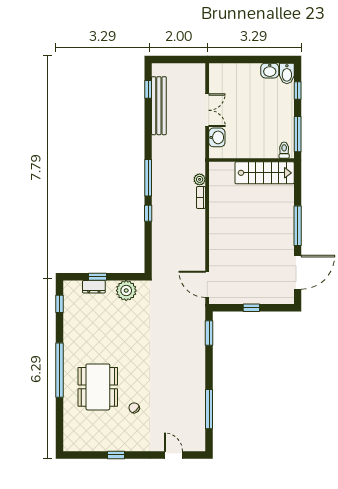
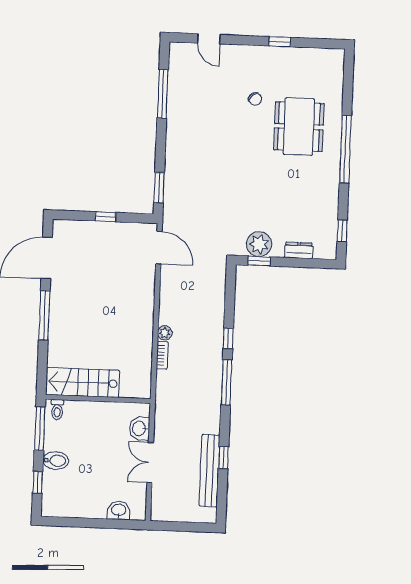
washbasin: (270, 71) -> (119, 510), moved
bidet: (287, 73) -> (56, 461), moved, turned 90
window: (148, 89) -> (223, 458), moved
plant: (200, 179) -> (165, 333), moved
window: (97, 277) -> (259, 261), moved

